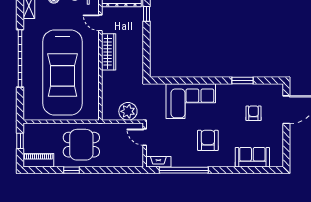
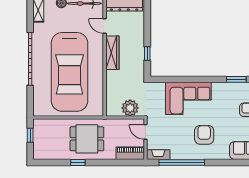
window: (146, 14) -> (147, 53), moved
piano: (38, 160) -> (130, 153), moved

